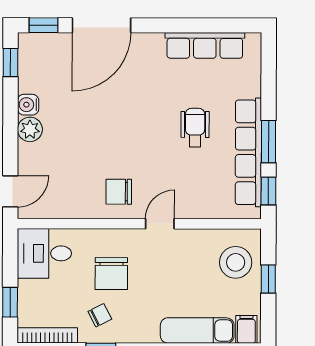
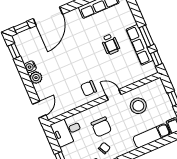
wheelchair: (195, 127) -> (110, 44), turned 180
row of seats: (248, 152) -> (140, 45), width x0.73
door: (160, 224) -> (114, 95), hinge flipped
stool: (236, 262) -> (138, 106), moved

